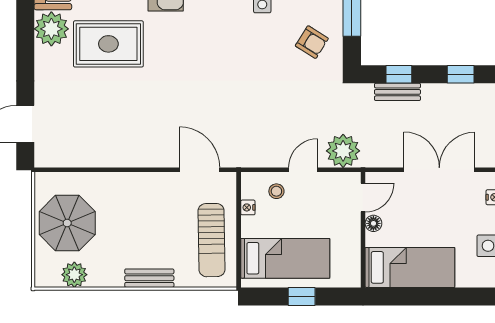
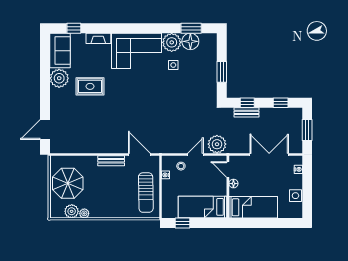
armchair: (312, 42) -> (200, 85), removed
rug: (108, 44) -> (90, 86), width x0.73, depth x0.70
door: (363, 198) -> (228, 170), swing flipped
bed: (285, 258) -> (203, 207), moved, turned 180
bench: (149, 278) -> (111, 161), moved
plant: (98, 279) -> (84, 213), added
window: (302, 296) -> (183, 223), moved

